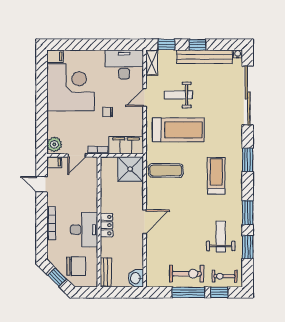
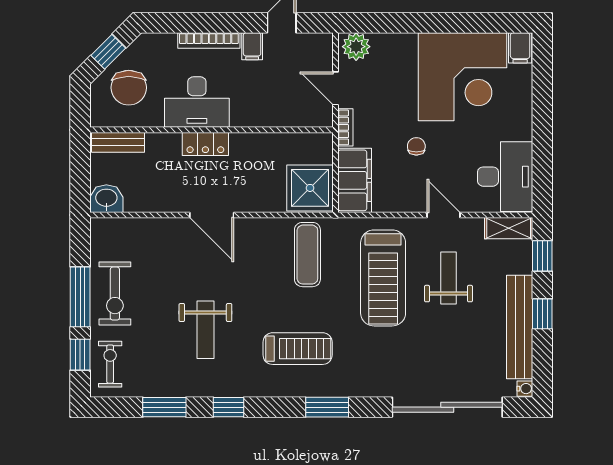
filing cabinet: (54, 162) -> (252, 46), moved
window: (248, 213) -> (228, 407), width x0.67
weight bench: (221, 237) -> (205, 330), moved, turned 90

